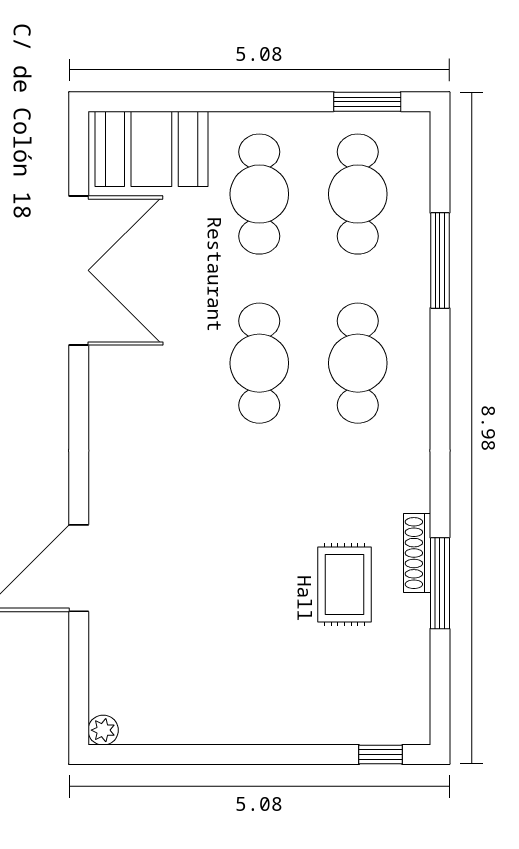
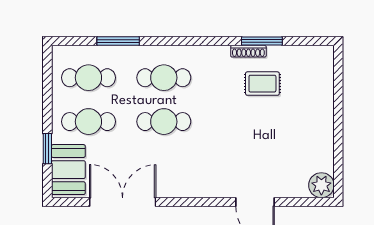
window: (367, 102) -> (47, 149), moved
plant: (103, 730) -> (321, 185), width x1.88, depth x1.88
window: (381, 755) -> (338, 68), removed

